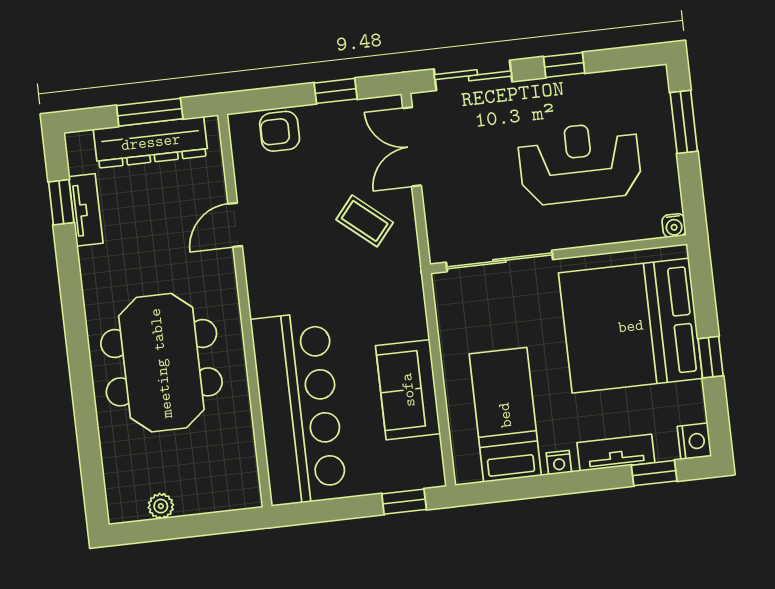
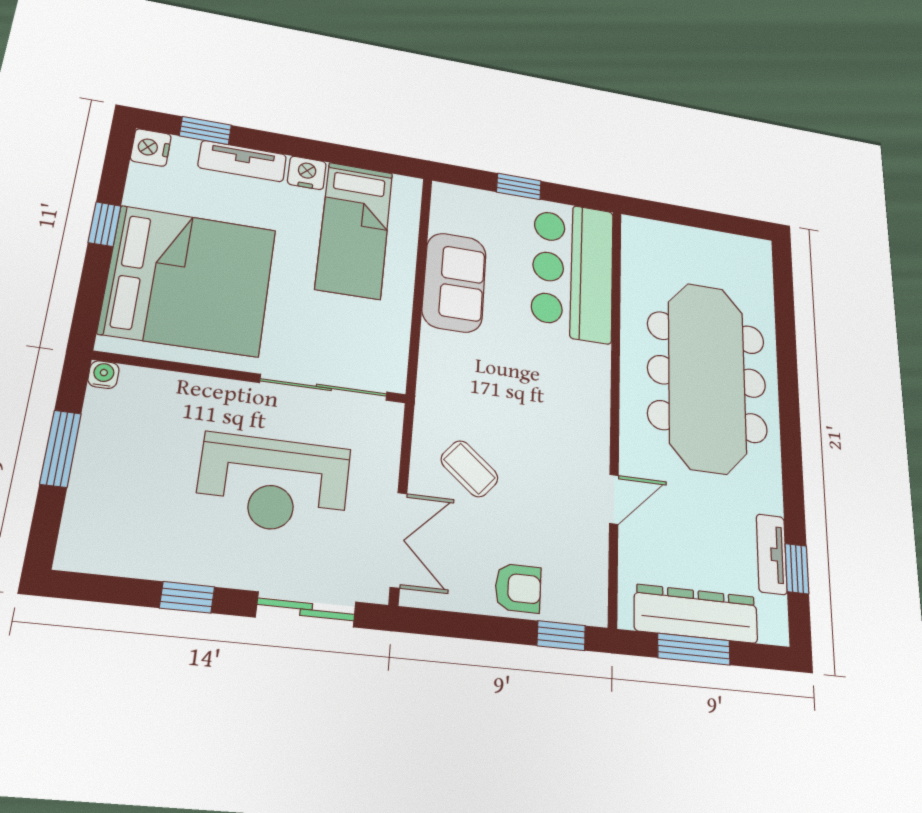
window: (336, 91) -> (561, 636), moved
window: (684, 122) -> (61, 449), moved
armchair: (280, 131) -> (518, 588), moved
reception desk: (580, 163) -> (273, 484), moved
meeting table: (161, 363) -> (707, 377), width x1.36
bar counter: (299, 409) -> (573, 271), width x0.73
nightstand: (559, 463) -> (307, 173), width x1.39, depth x1.35
window: (404, 502) -> (519, 186), moved
plant: (161, 506) -> (720, 243), removed

